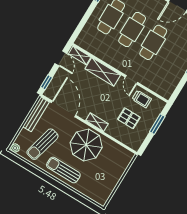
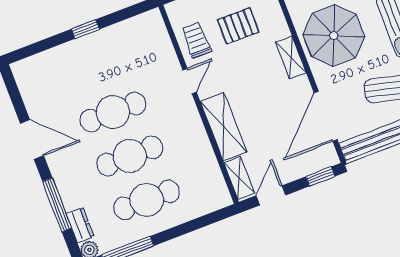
pallet: (129, 118) -> (238, 26), turned 90

